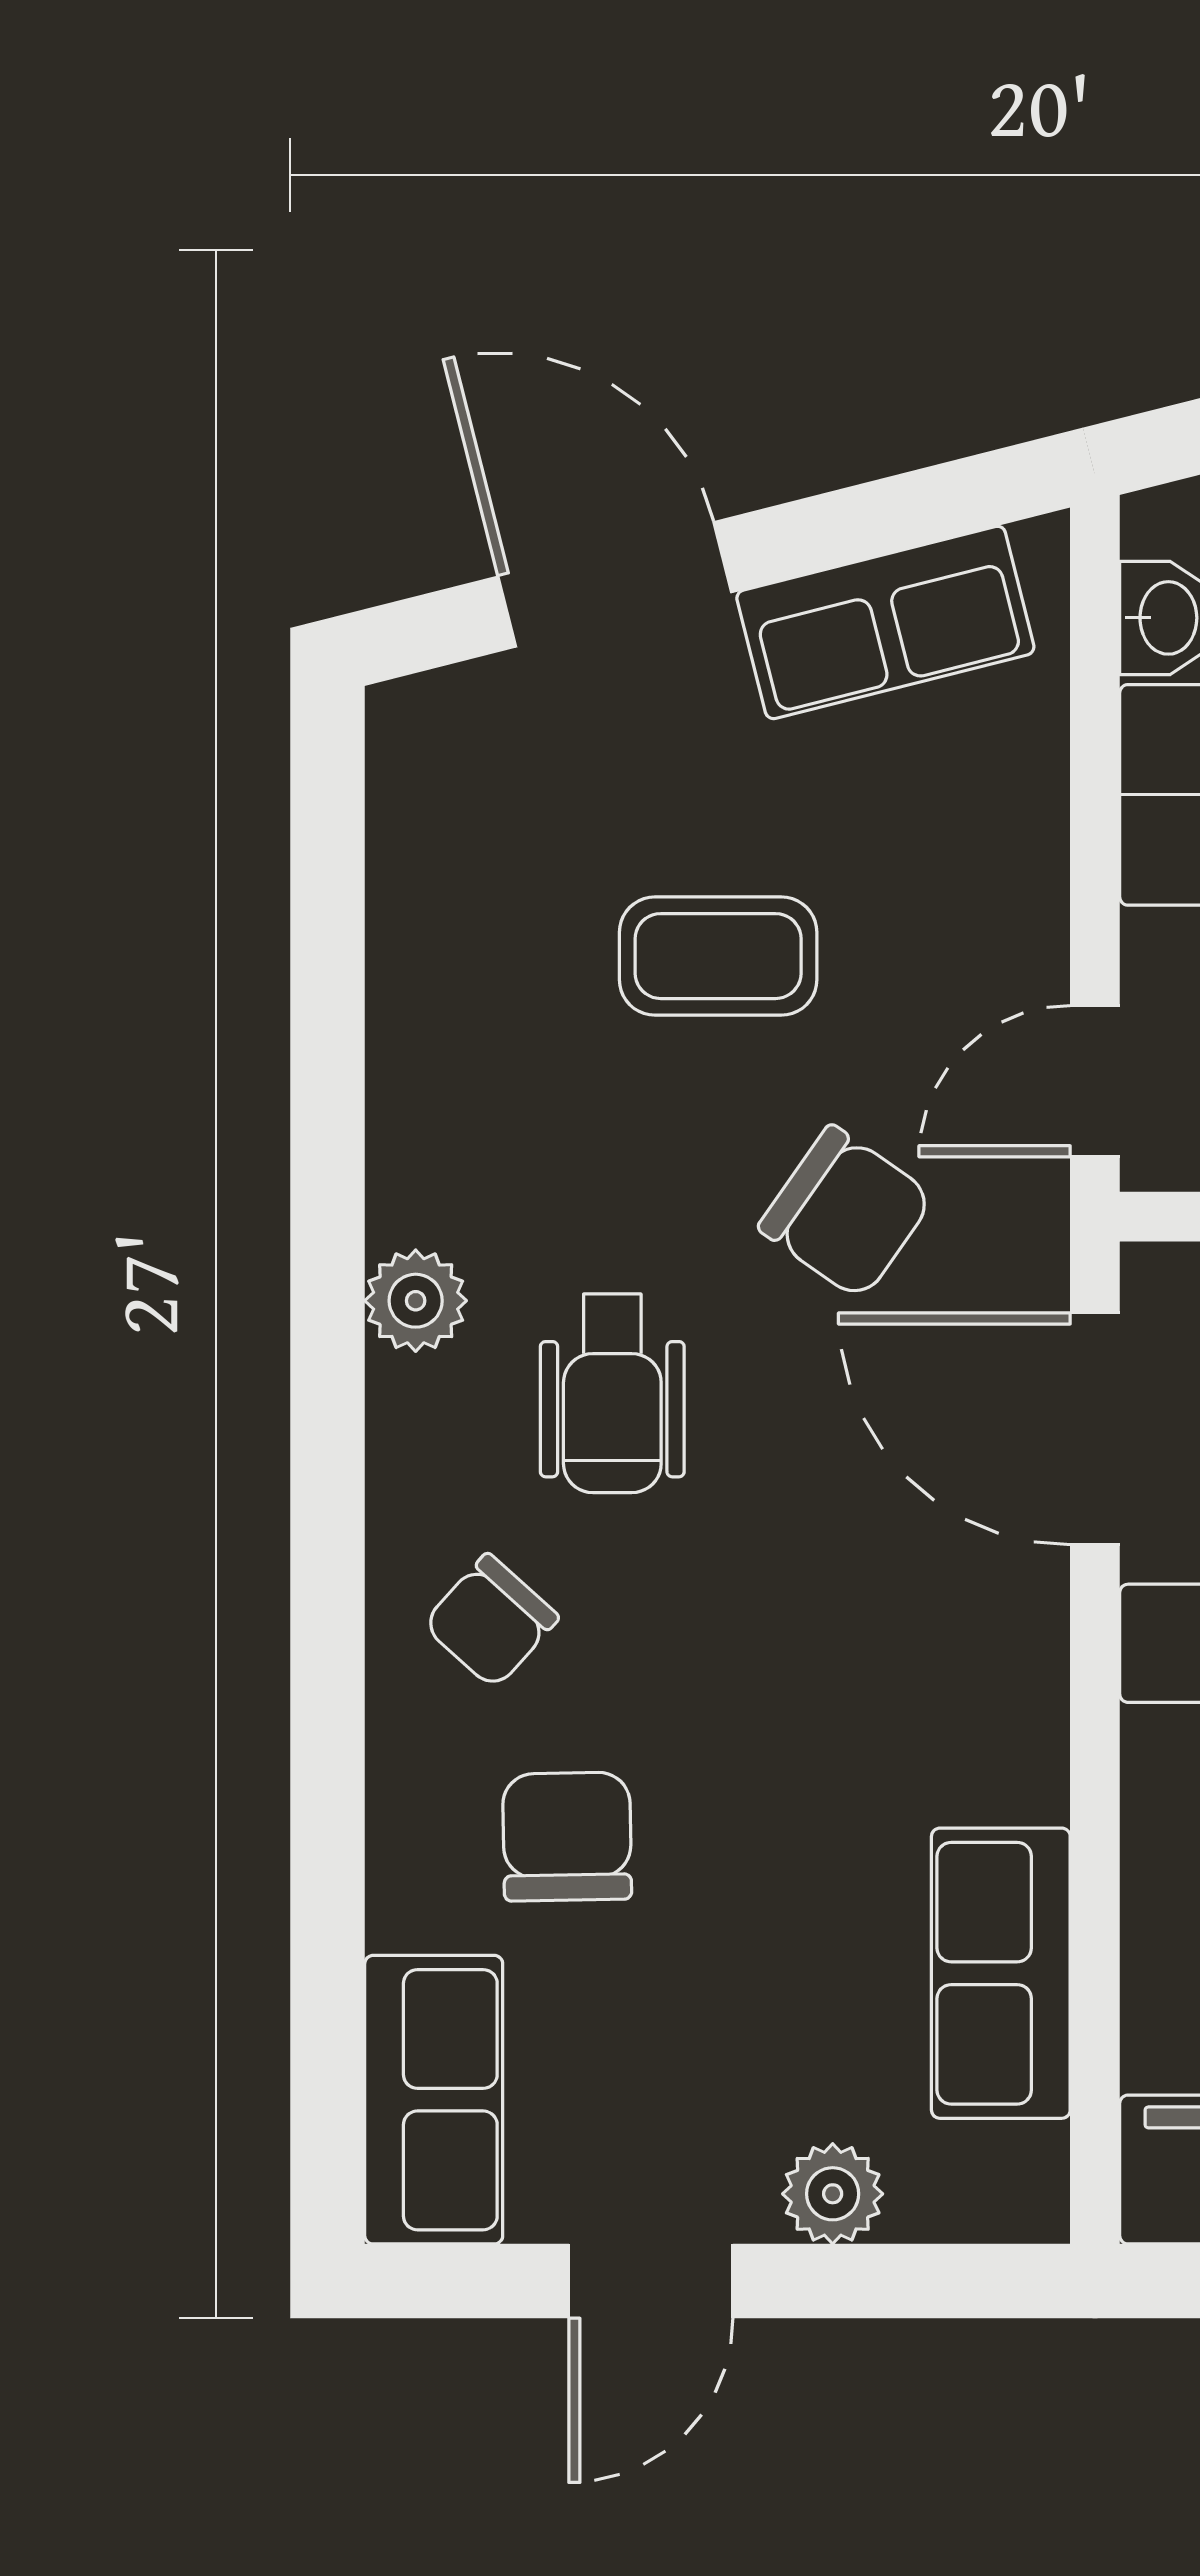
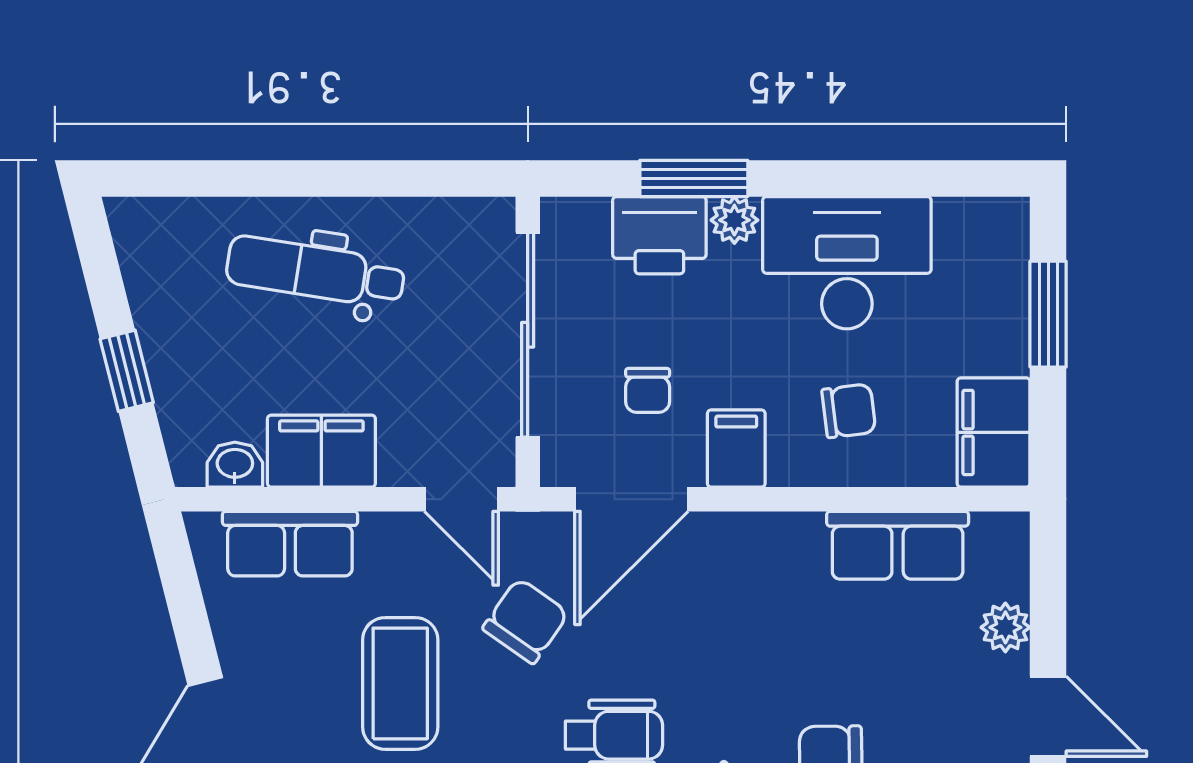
row of seats: (885, 622) -> (290, 544), moved, turned 104
coffee table: (718, 956) -> (400, 683), width x1.36, depth x1.30

